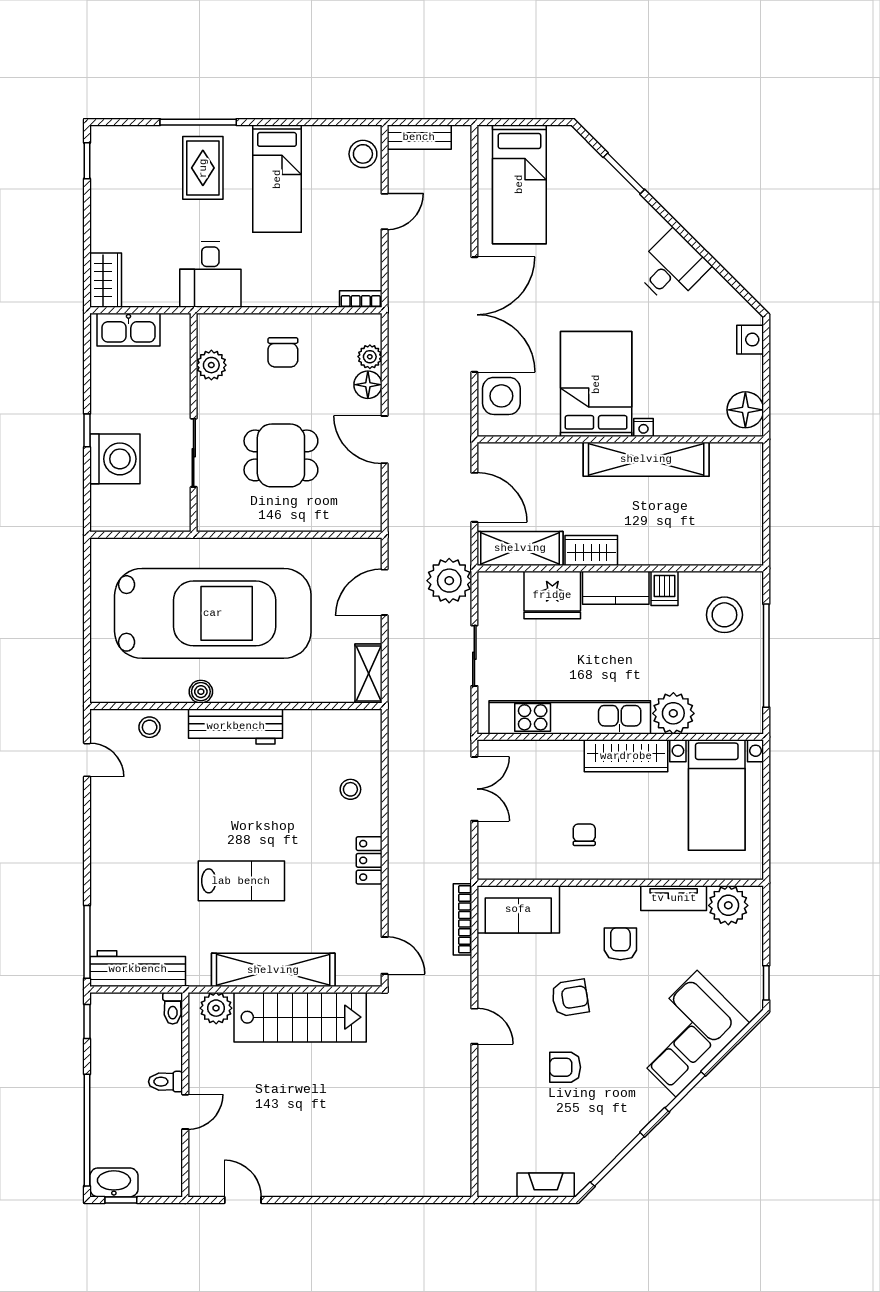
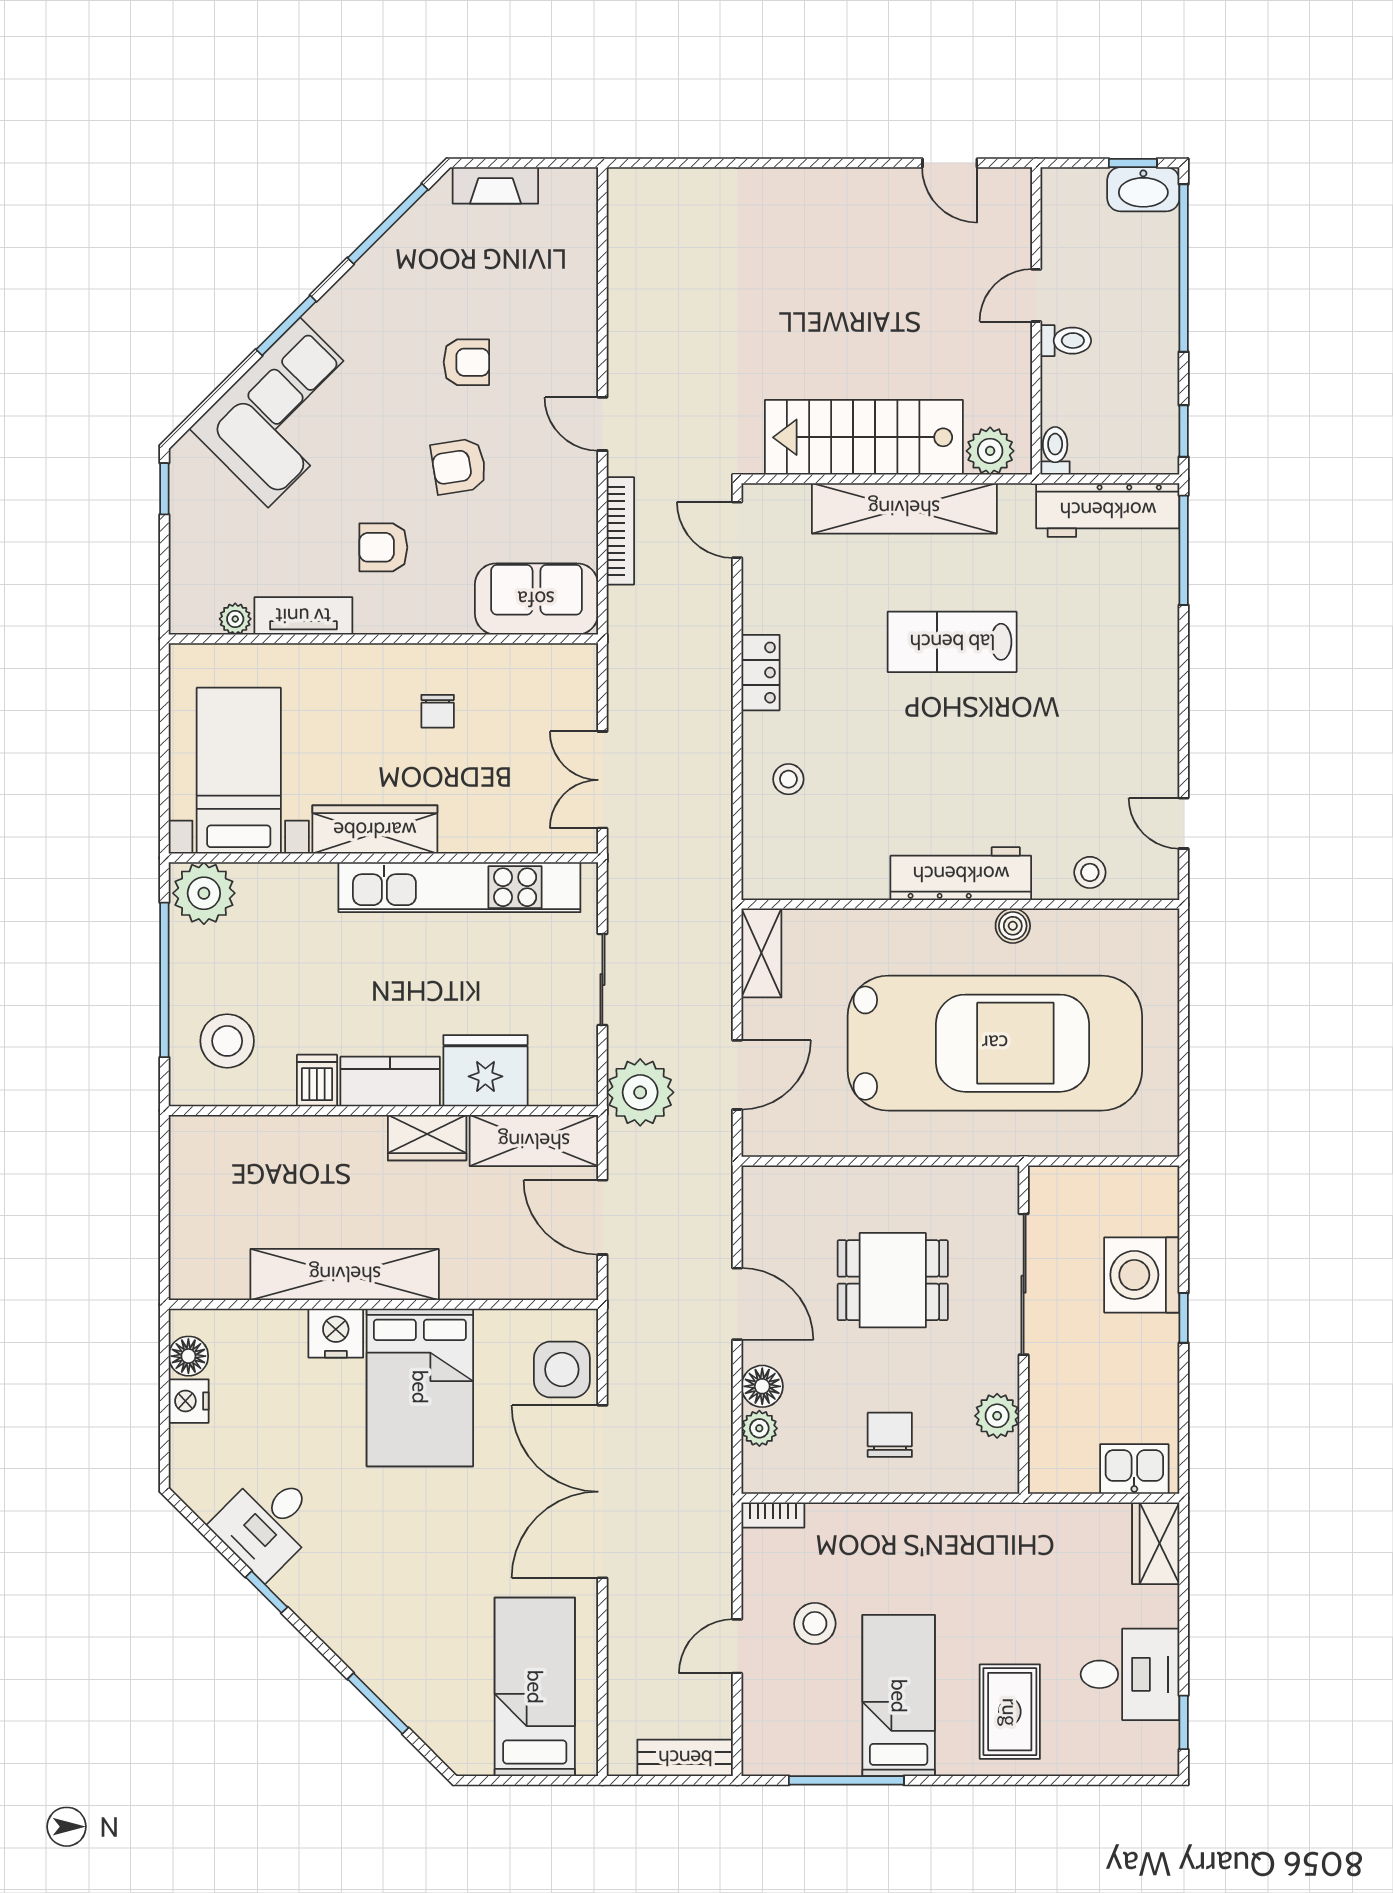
window: (198, 122) -> (846, 1780), moved
stool: (363, 154) -> (815, 1624), moved
window: (698, 248) -> (266, 1592), added
desk: (672, 268) -> (267, 1523), moved
desk: (210, 274) -> (1130, 1674), moved, turned 90
kitchen sink: (128, 330) -> (1134, 1469), width x0.73
nightstand: (750, 340) -> (189, 1401), moved
floor lamp: (745, 410) -> (188, 1356), width x0.73, depth x0.73
nightstand: (643, 427) -> (336, 1333), width x1.89, depth x1.79
sliding door: (194, 453) -> (1024, 1284), width x1.37
car: (213, 613) -> (995, 1043), turned 180
plant: (673, 713) -> (204, 893), moved
plant: (728, 905) -> (235, 619), width x0.53, depth x0.53
bookcase: (462, 919) -> (620, 531), moved
armchair: (620, 944) -> (383, 547), turned 90

